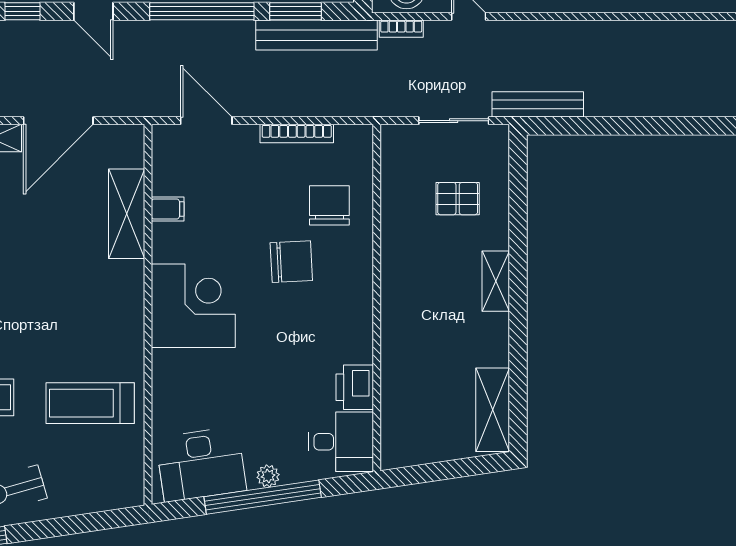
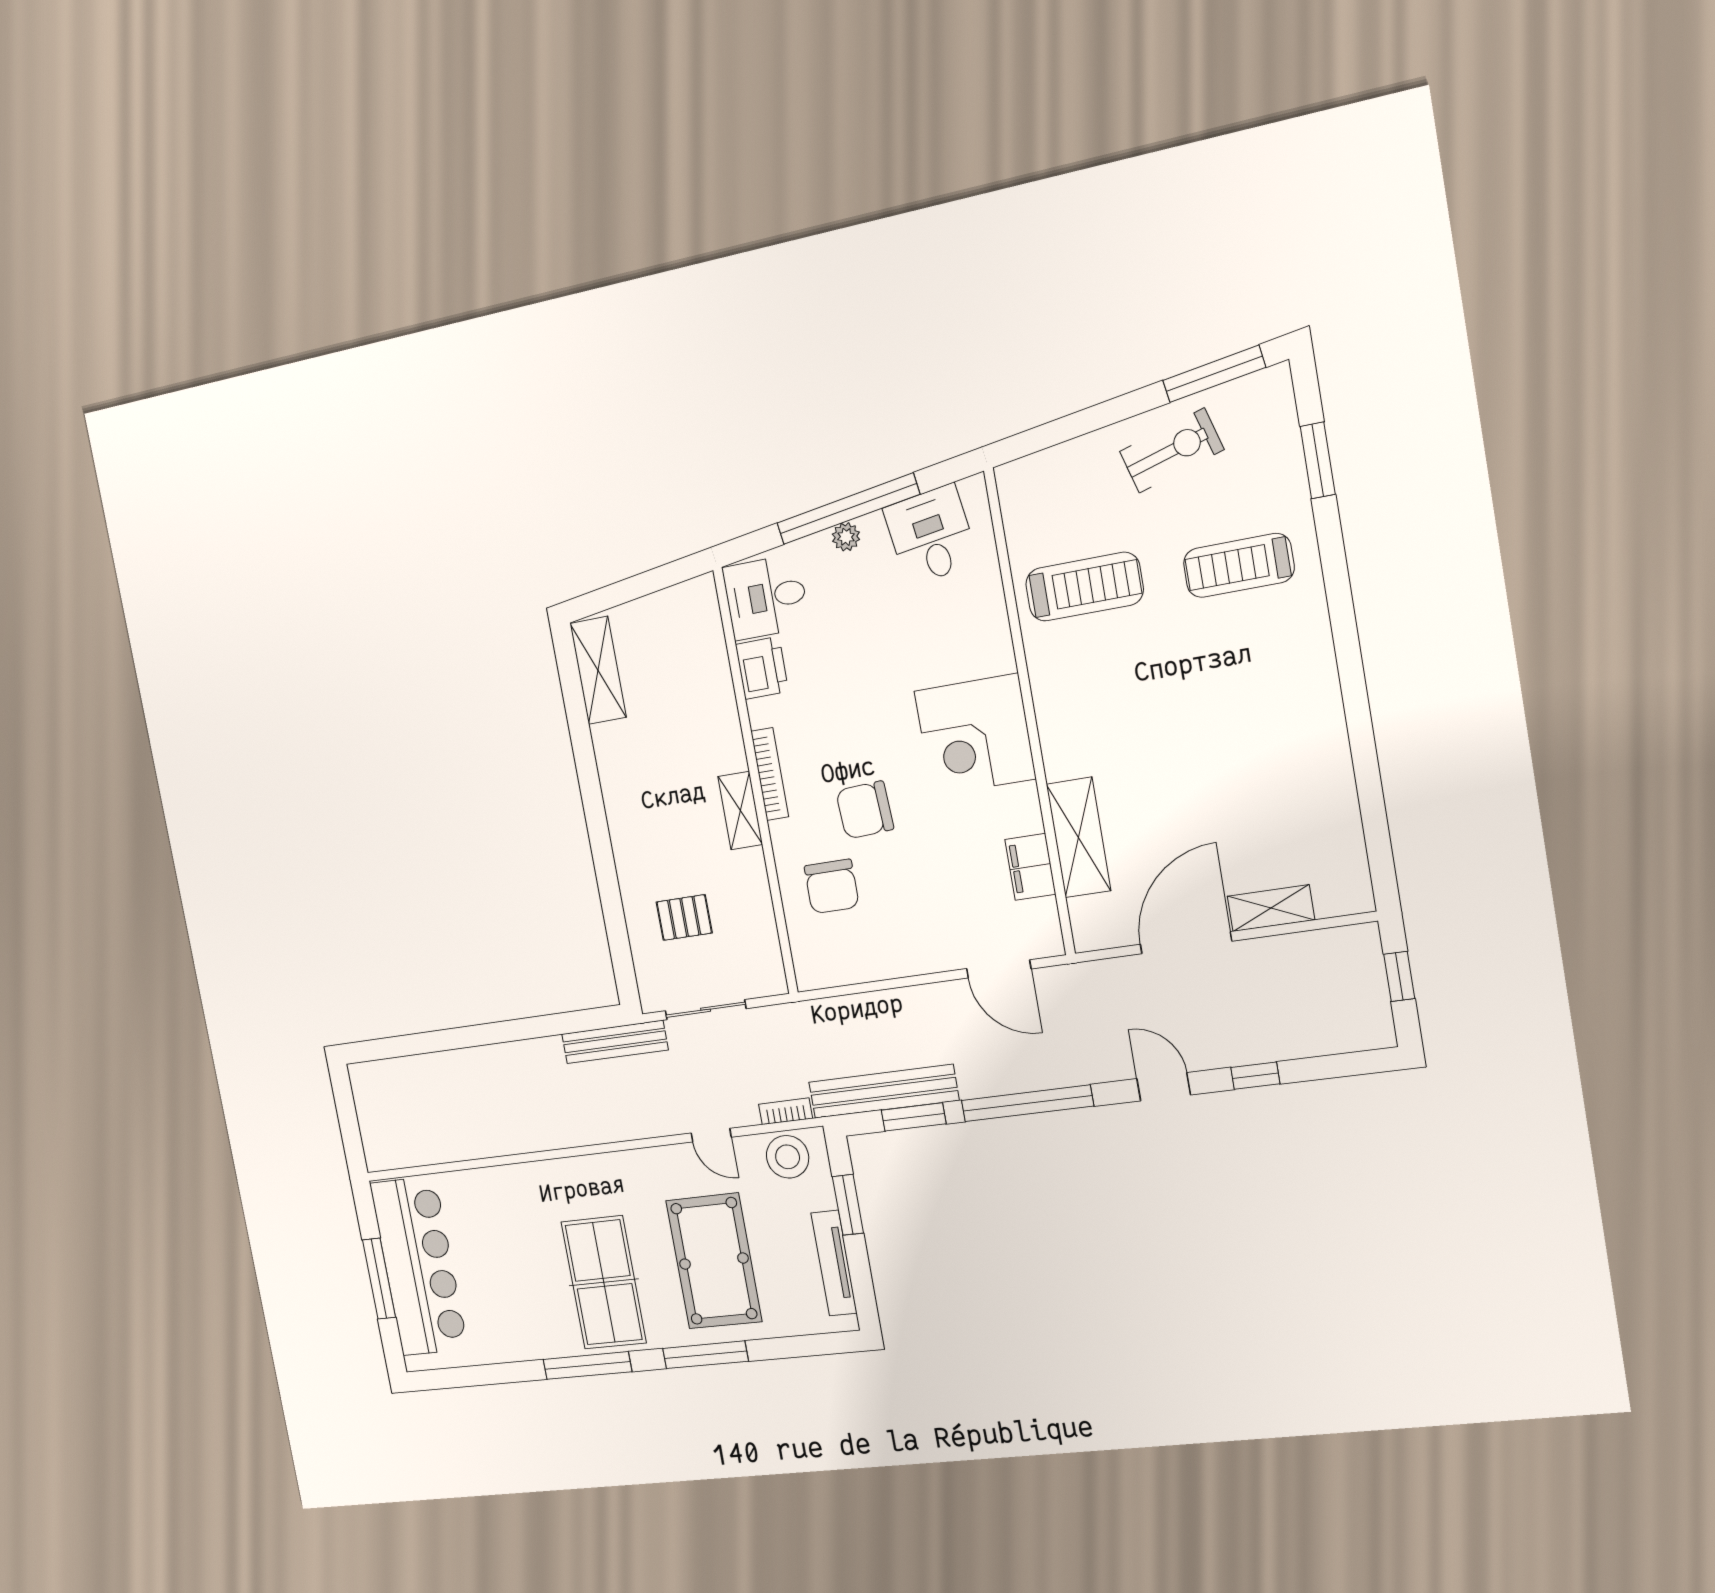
bookcase: (297, 134) -> (770, 774), moved, turned 90
filing cabinet: (168, 209) -> (1030, 867), width x2.00
shelving: (496, 281) -> (740, 811), moved
desk: (201, 464) -> (931, 535), width x0.73

